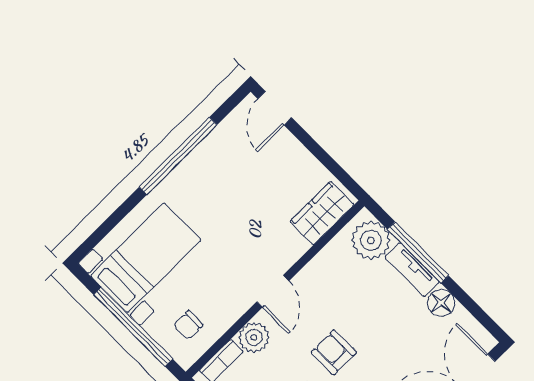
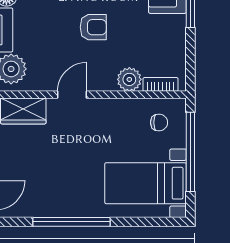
door: (273, 291) -> (72, 95), moved
armchair: (334, 352) -> (93, 27), turned -90

